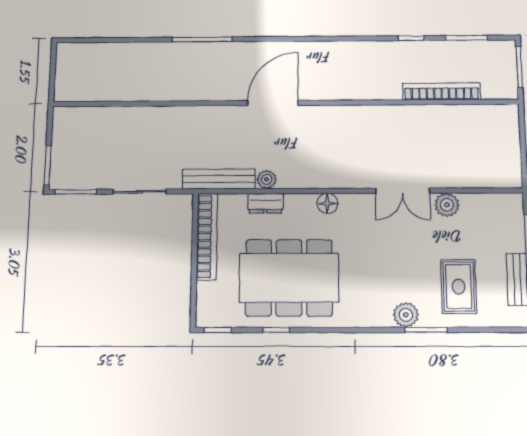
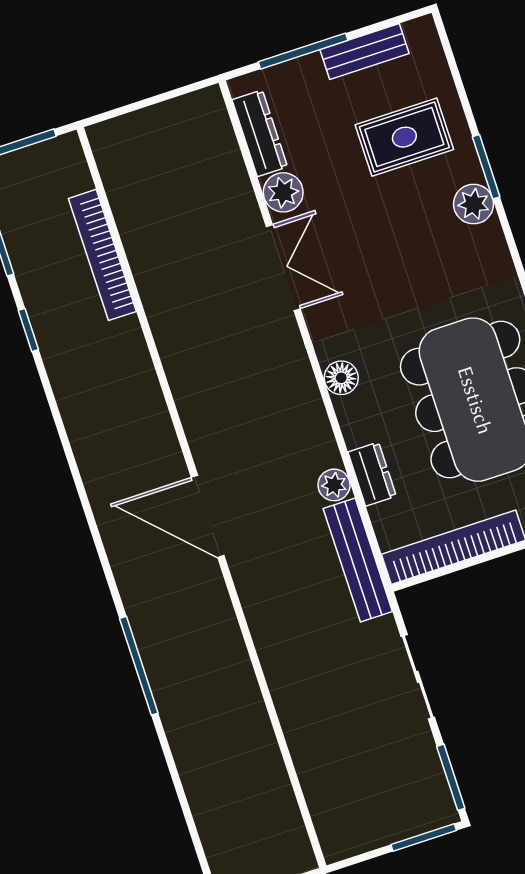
dresser: (486, 202) -> (260, 133), added

